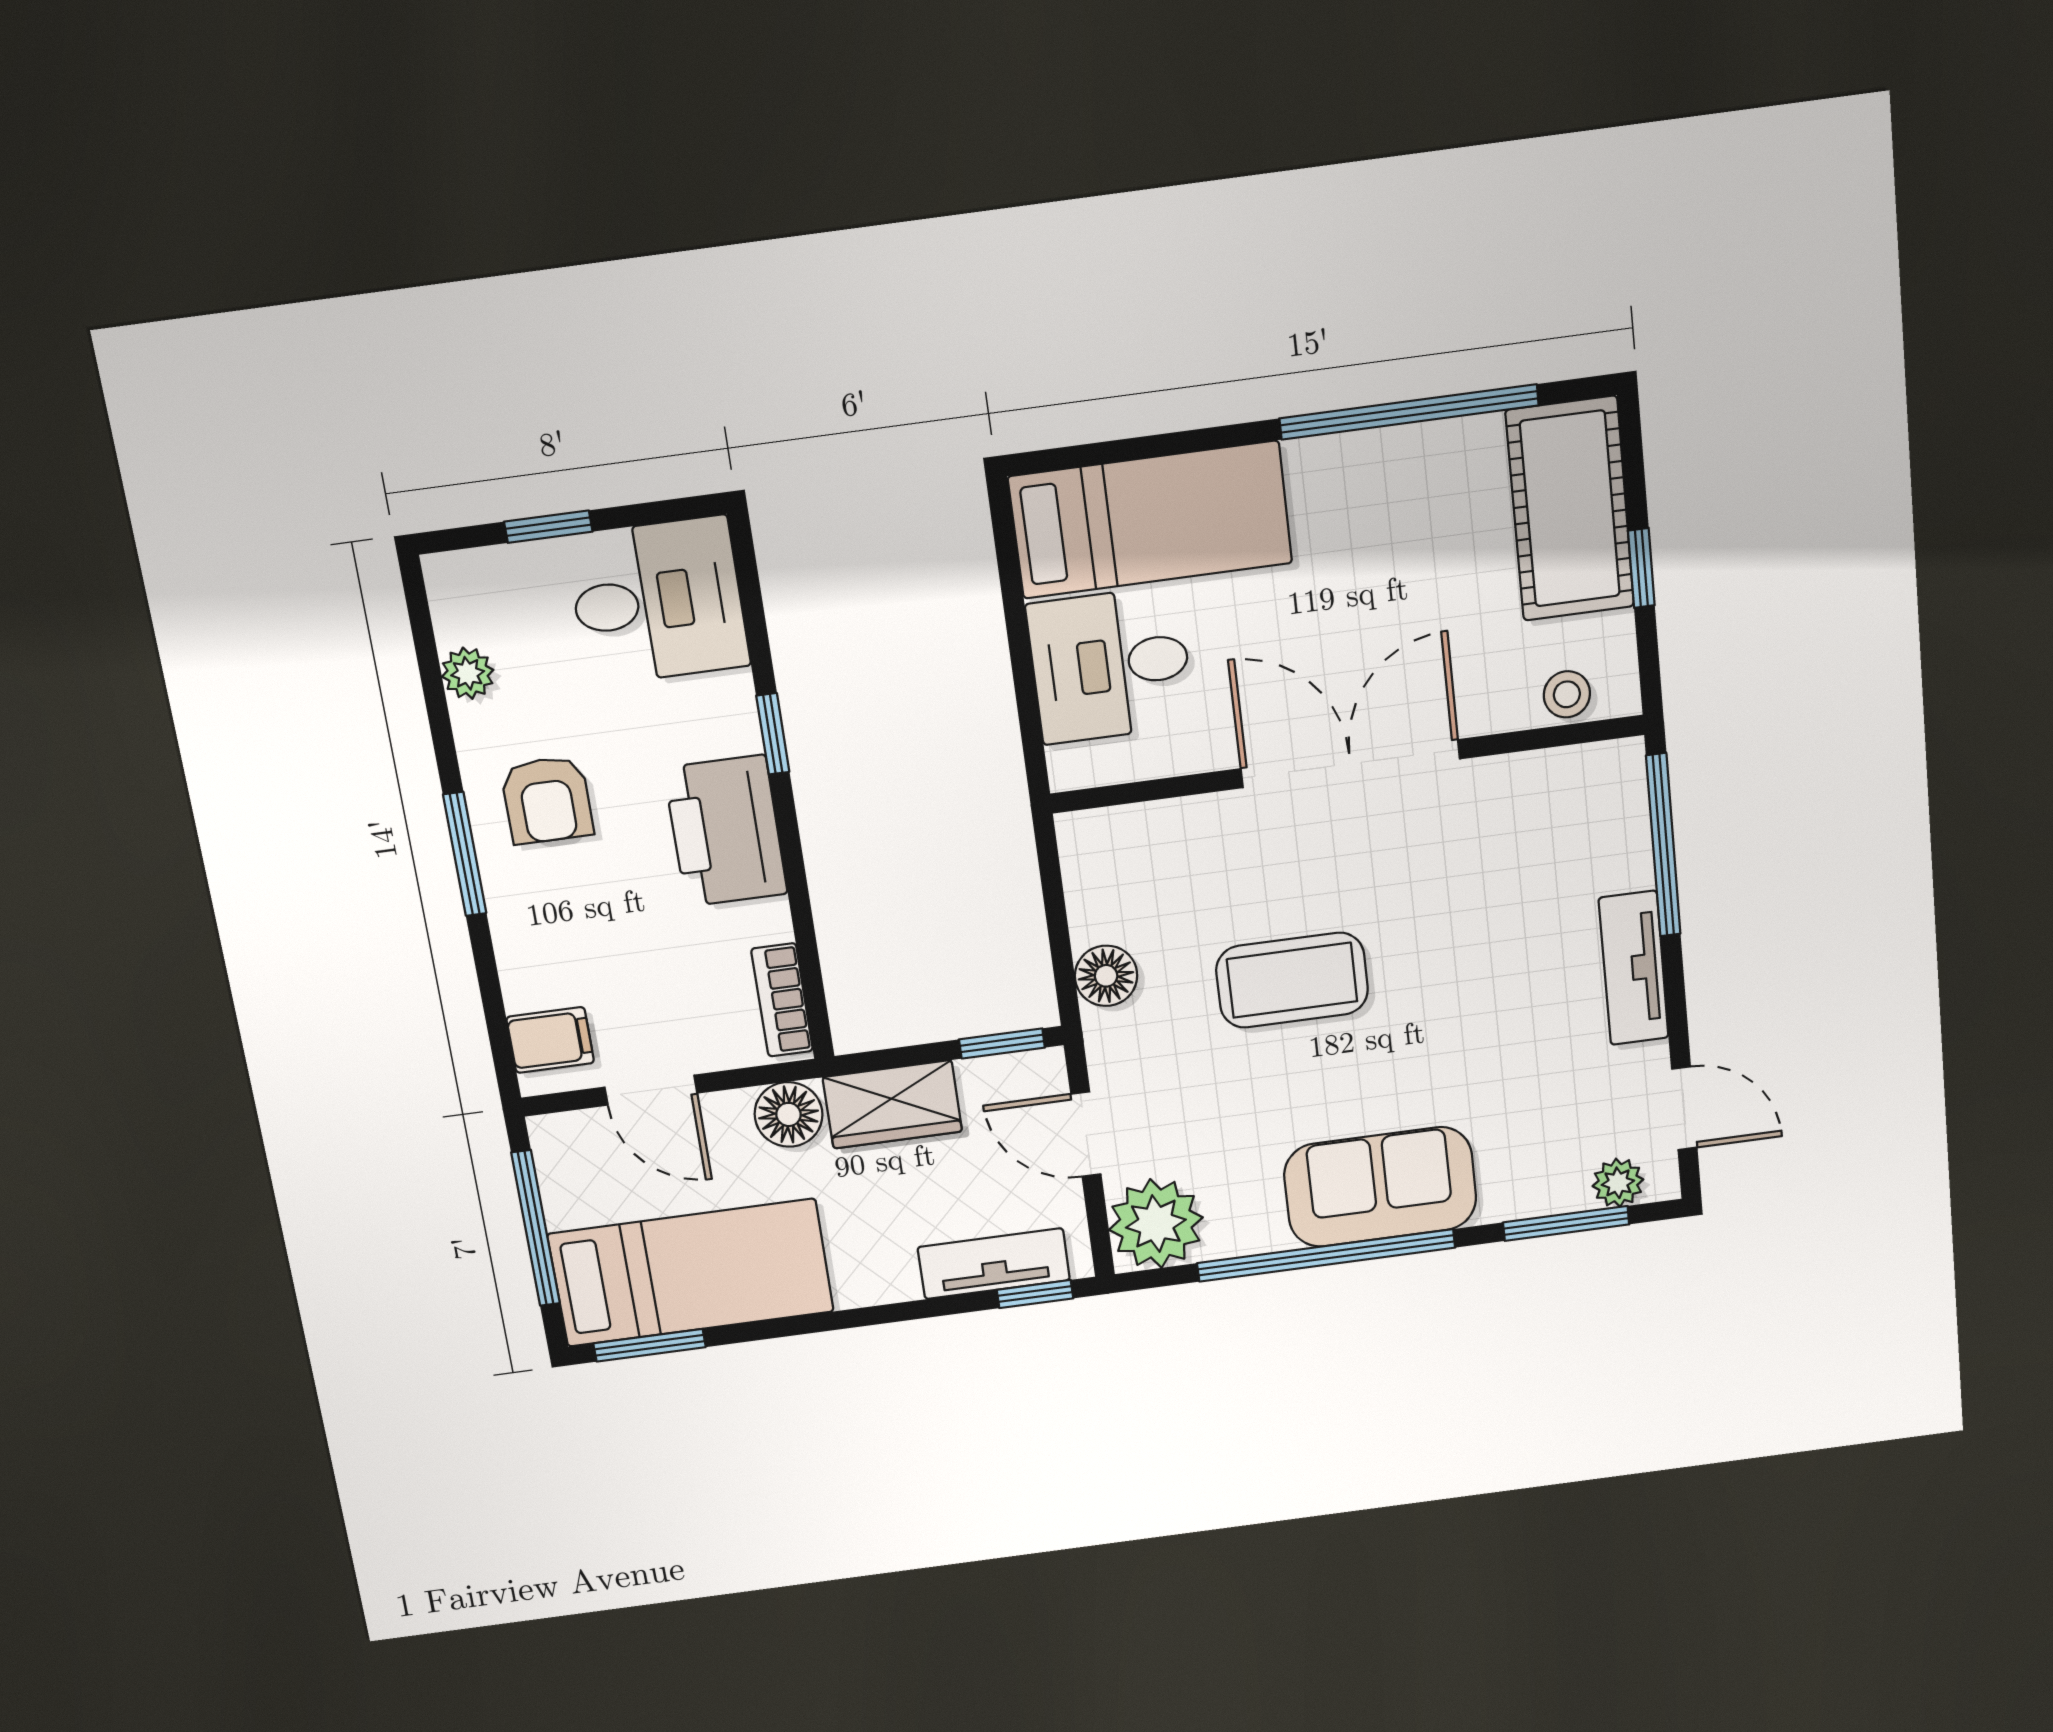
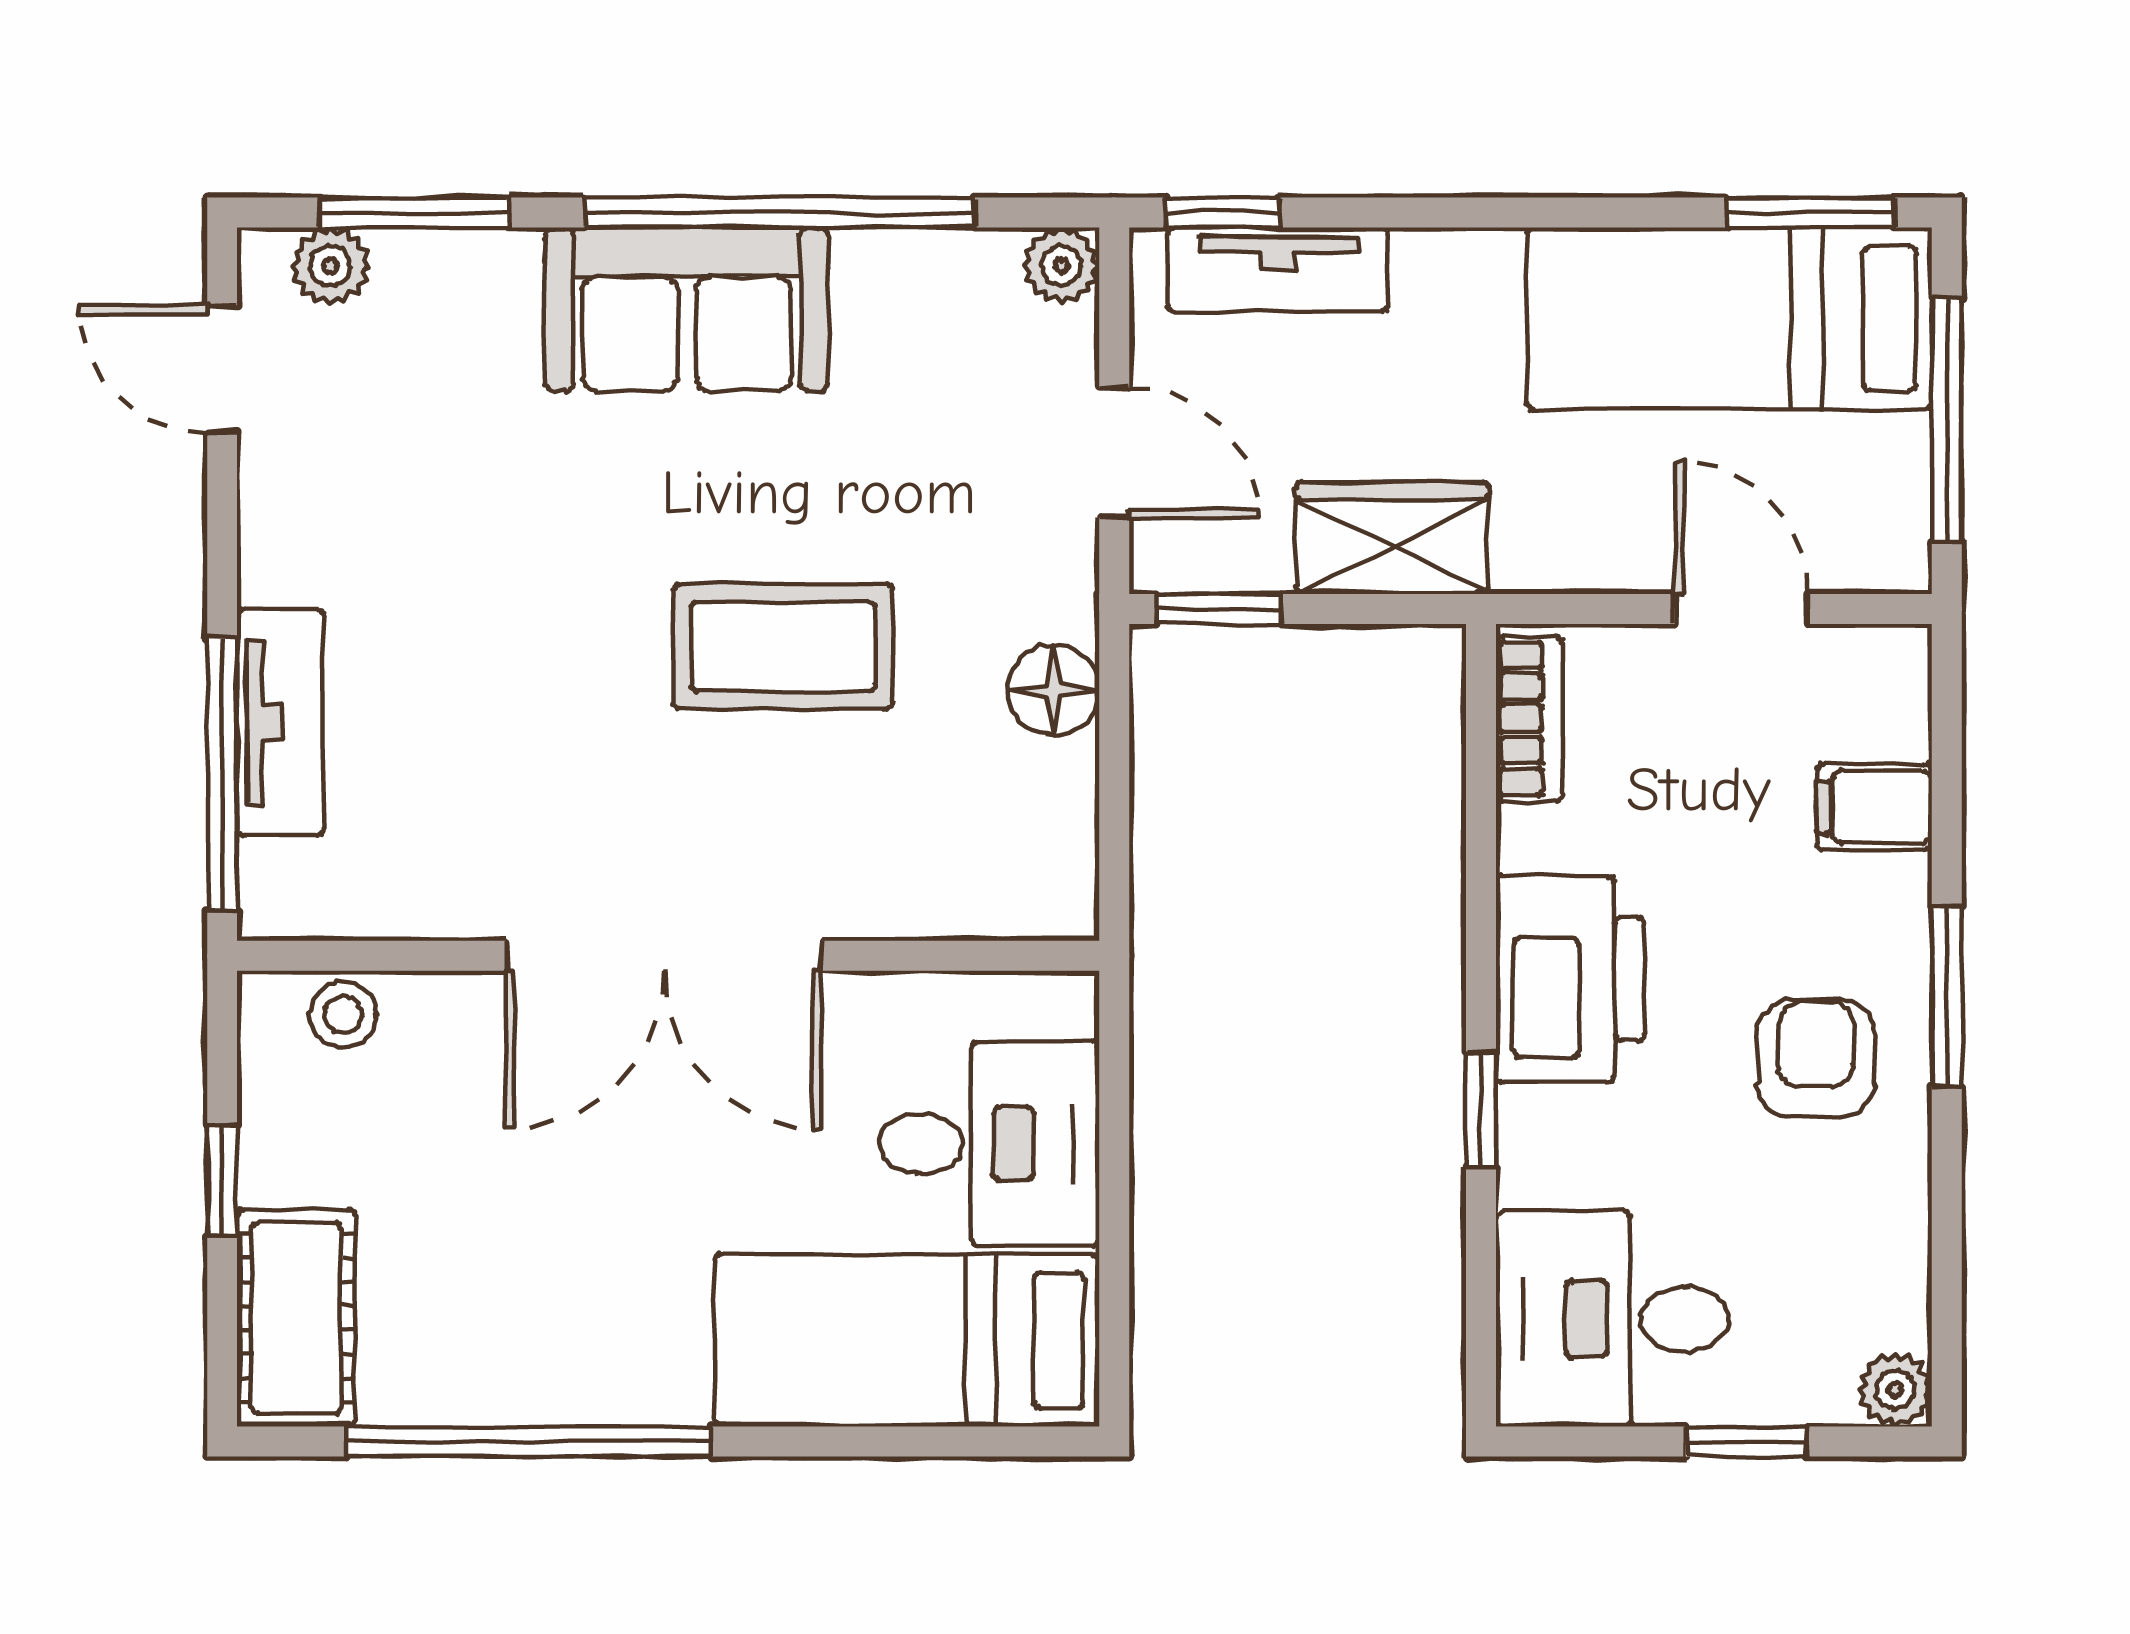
cot: (1570, 509) -> (296, 1318), width x0.73, depth x0.75
plant: (468, 673) -> (1895, 1390), moved
tv unit: (1634, 968) -> (280, 722), moved
filing cabinet: (550, 1040) -> (1874, 807), moved
floor lamp: (789, 1114) -> (1547, 544), removed
plant: (1156, 1224) -> (1061, 265), width x0.53, depth x0.53

